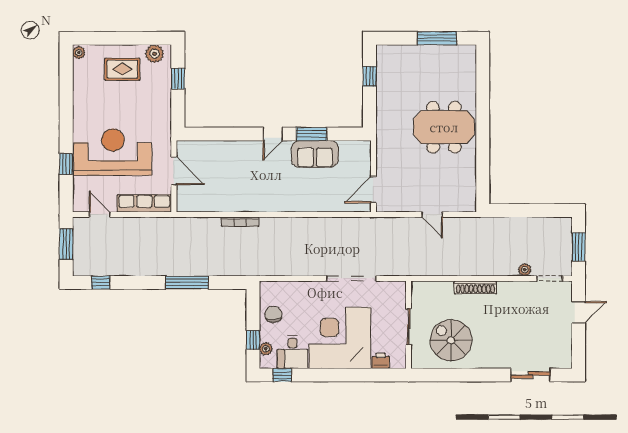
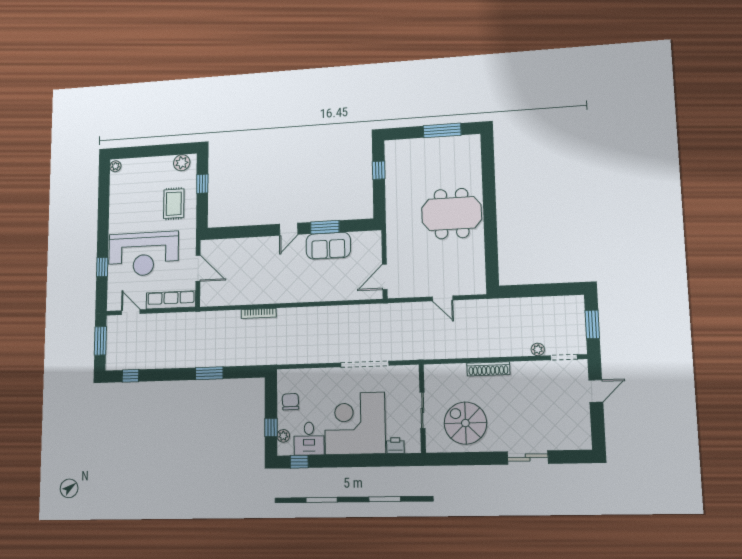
rug: (122, 69) -> (174, 204), moved, turned 90
reception desk: (113, 152) -> (143, 254), turned 180
window: (187, 282) -> (209, 373), width x0.69
sliding door: (530, 375) -> (528, 458), moved

